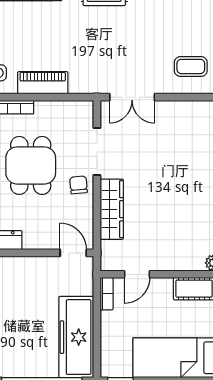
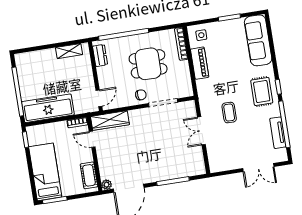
coffee table: (191, 66) -> (229, 113), moved
double door: (132, 97) -> (201, 131), moved
wardrobe: (112, 209) -> (110, 121), moved

